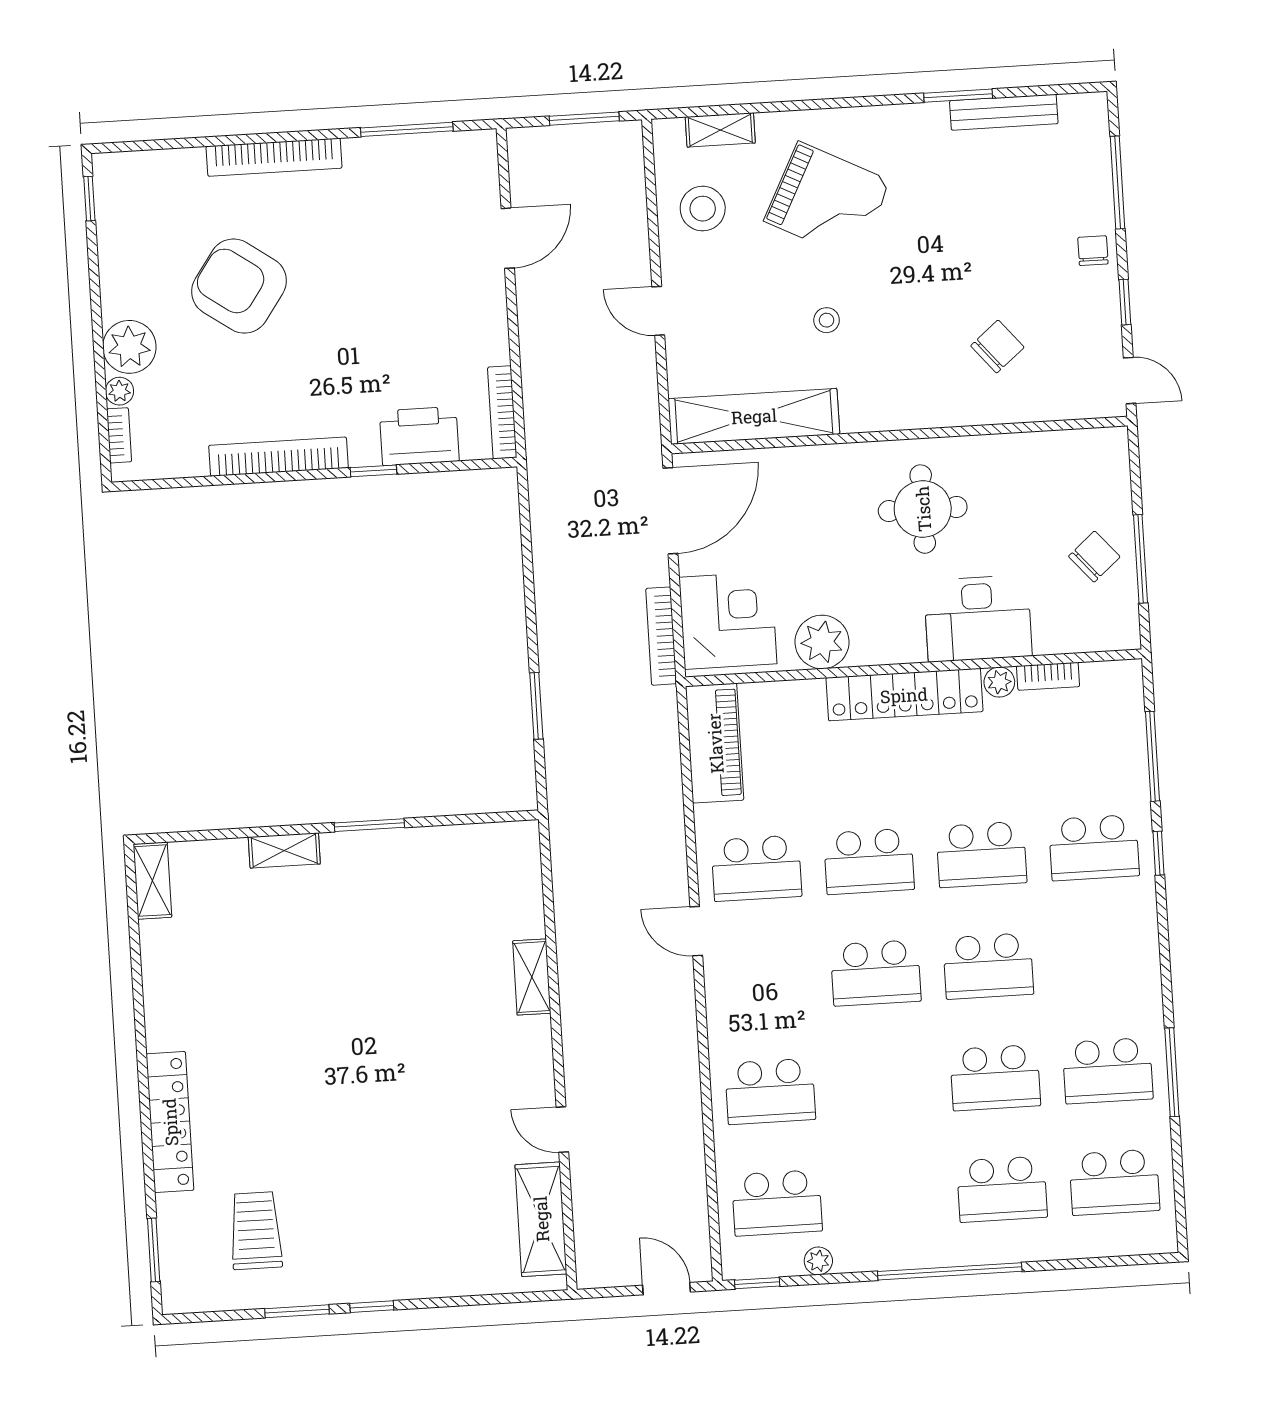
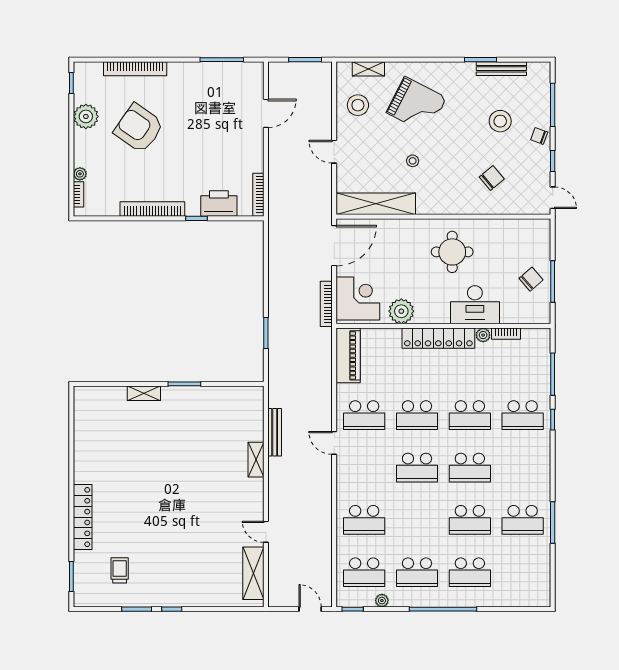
bookcase: (274, 157) -> (135, 69), moved
stool: (1008, 224) -> (500, 121), added
chair: (1093, 251) -> (539, 136), turned -70
plant: (129, 347) -> (86, 116), moved
shelving: (152, 881) -> (81, 404), removed
bench: (568, 916) -> (275, 432), added
school desk: (1114, 1182) -> (417, 572), moved
trolley: (256, 1231) -> (120, 570), width x0.73, depth x0.72

